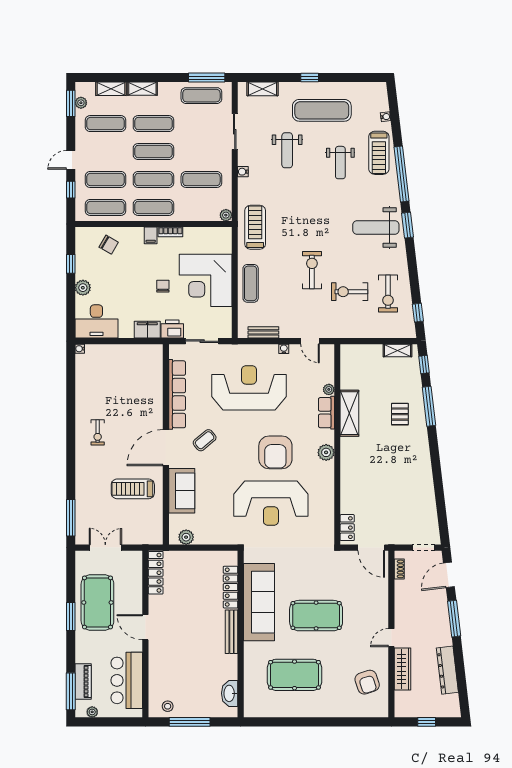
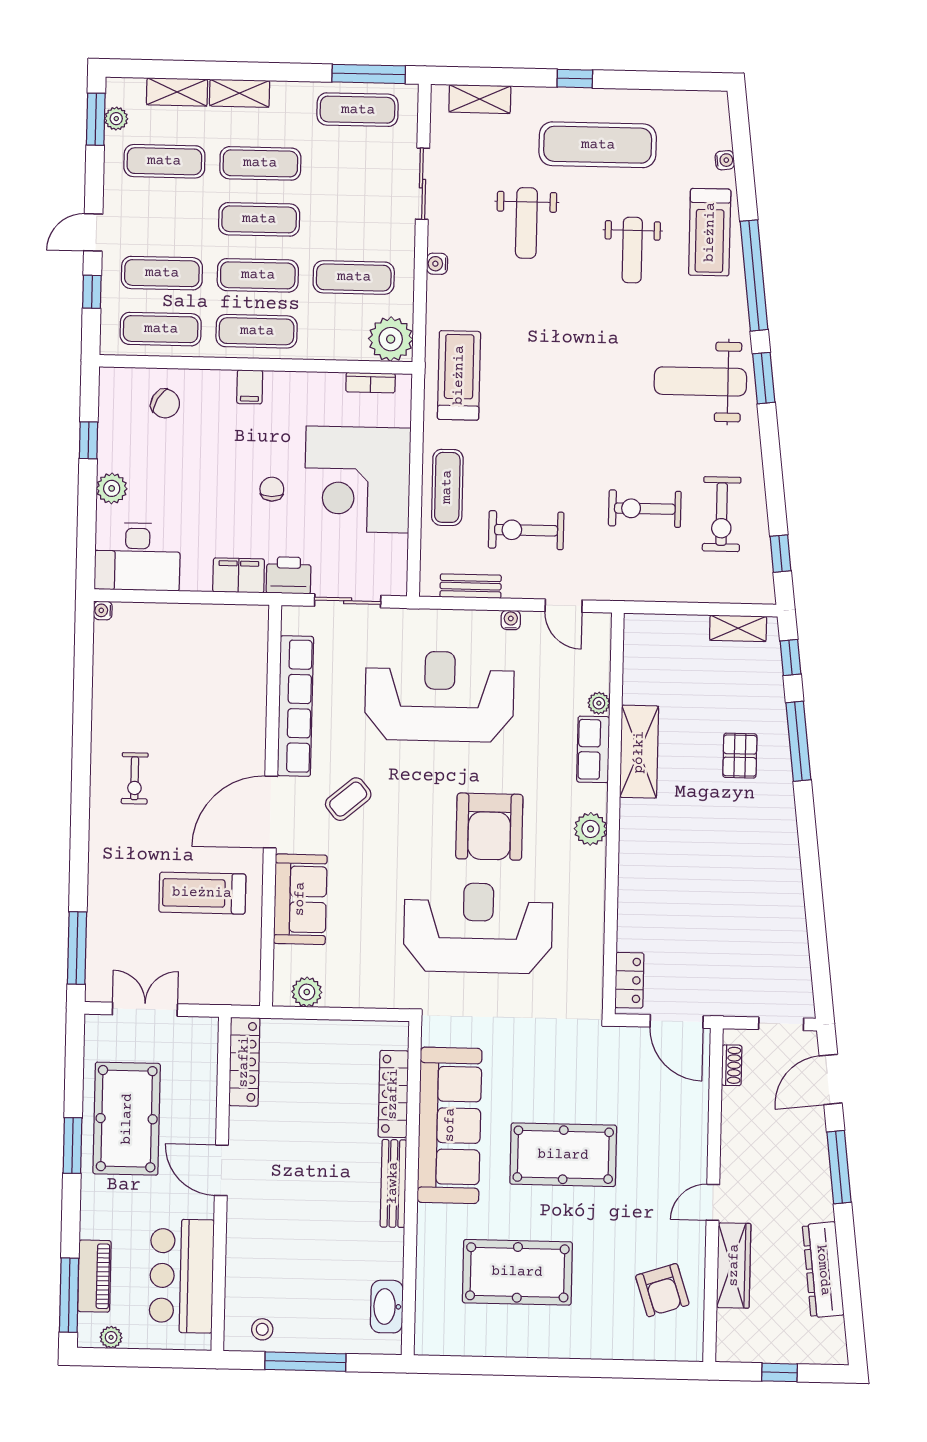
plant: (226, 215) -> (391, 339), width x1.88, depth x1.88
bookcase: (170, 232) -> (371, 383), moved
exercise bike: (312, 270) -> (526, 530), moved, turned -90
reception desk: (271, 503) -> (478, 928), turned 180

